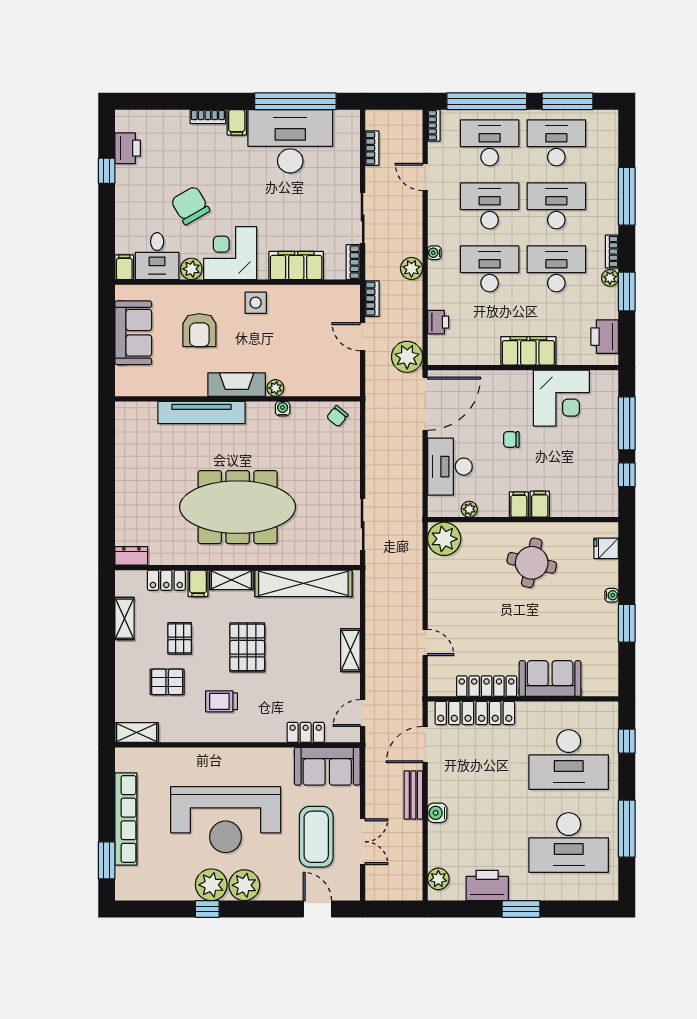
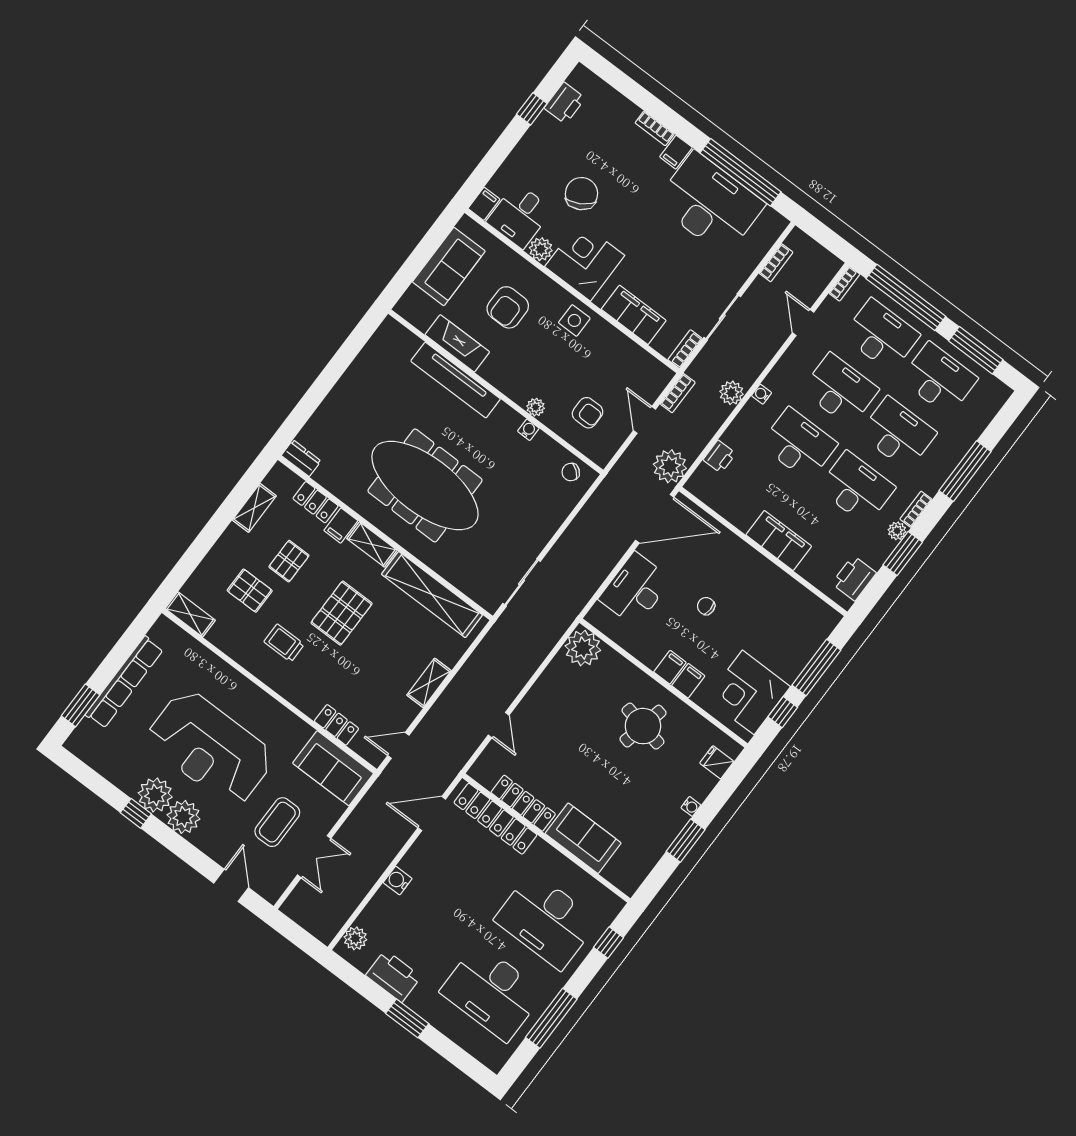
armchair: (317, 363) -> (588, 413), added
fireplace: (237, 385) -> (457, 343), moved
corner desk: (561, 398) -> (748, 692), moved, turned 90
plant: (469, 509) -> (624, 639), removed
bench: (413, 795) -> (389, 849), removed
coffee table: (316, 837) -> (277, 822), width x0.73, depth x0.76

